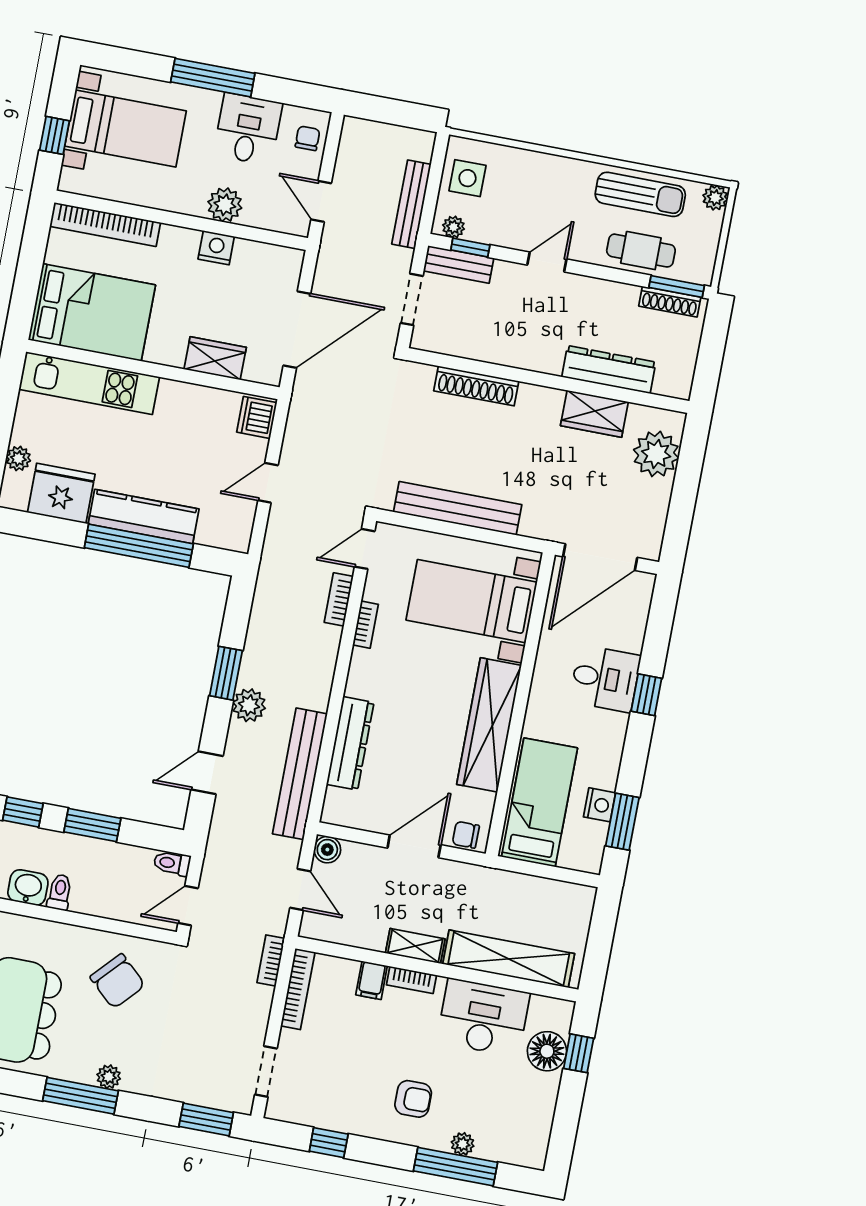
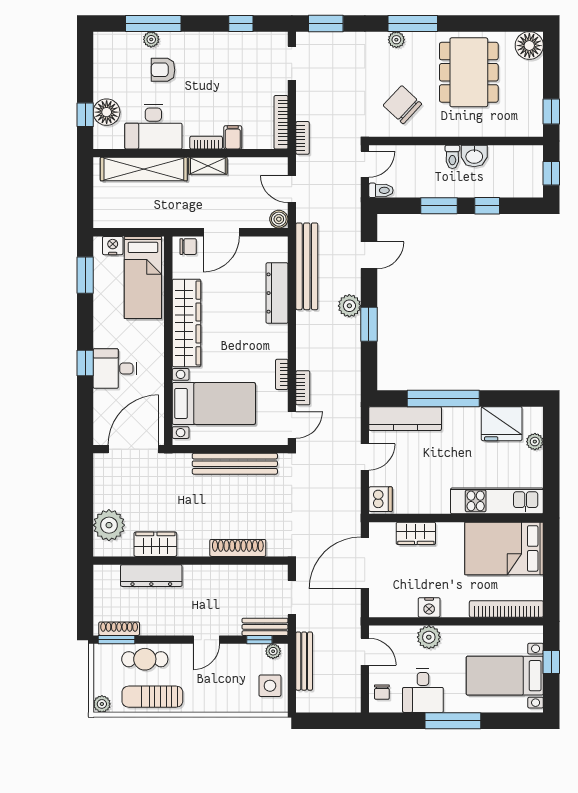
kitchen counter: (144, 517) -> (405, 419), moved
nightstand: (600, 805) -> (113, 246), moved, turned 90
armchair: (413, 1099) -> (163, 70), moved

